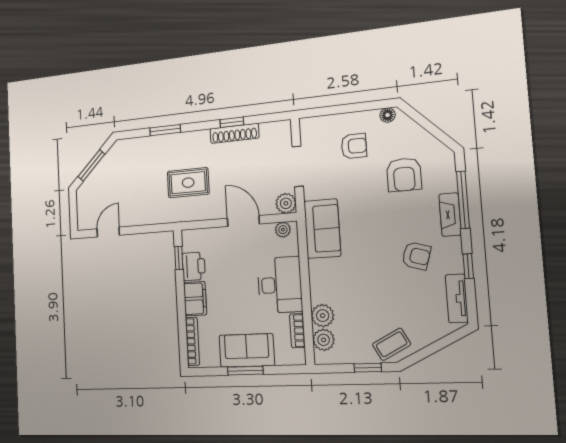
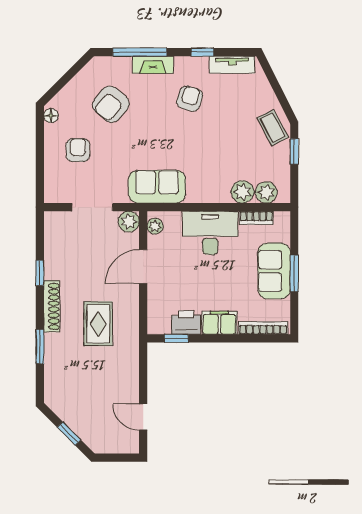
shoe rack: (234, 133) -> (52, 306), moved
window: (91, 165) -> (69, 434), width x0.67
armchair: (404, 175) -> (111, 104), turned 130

